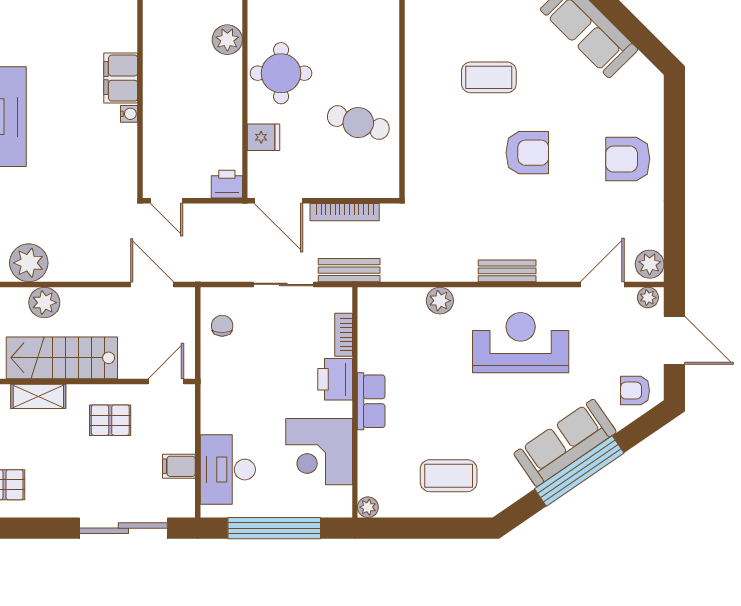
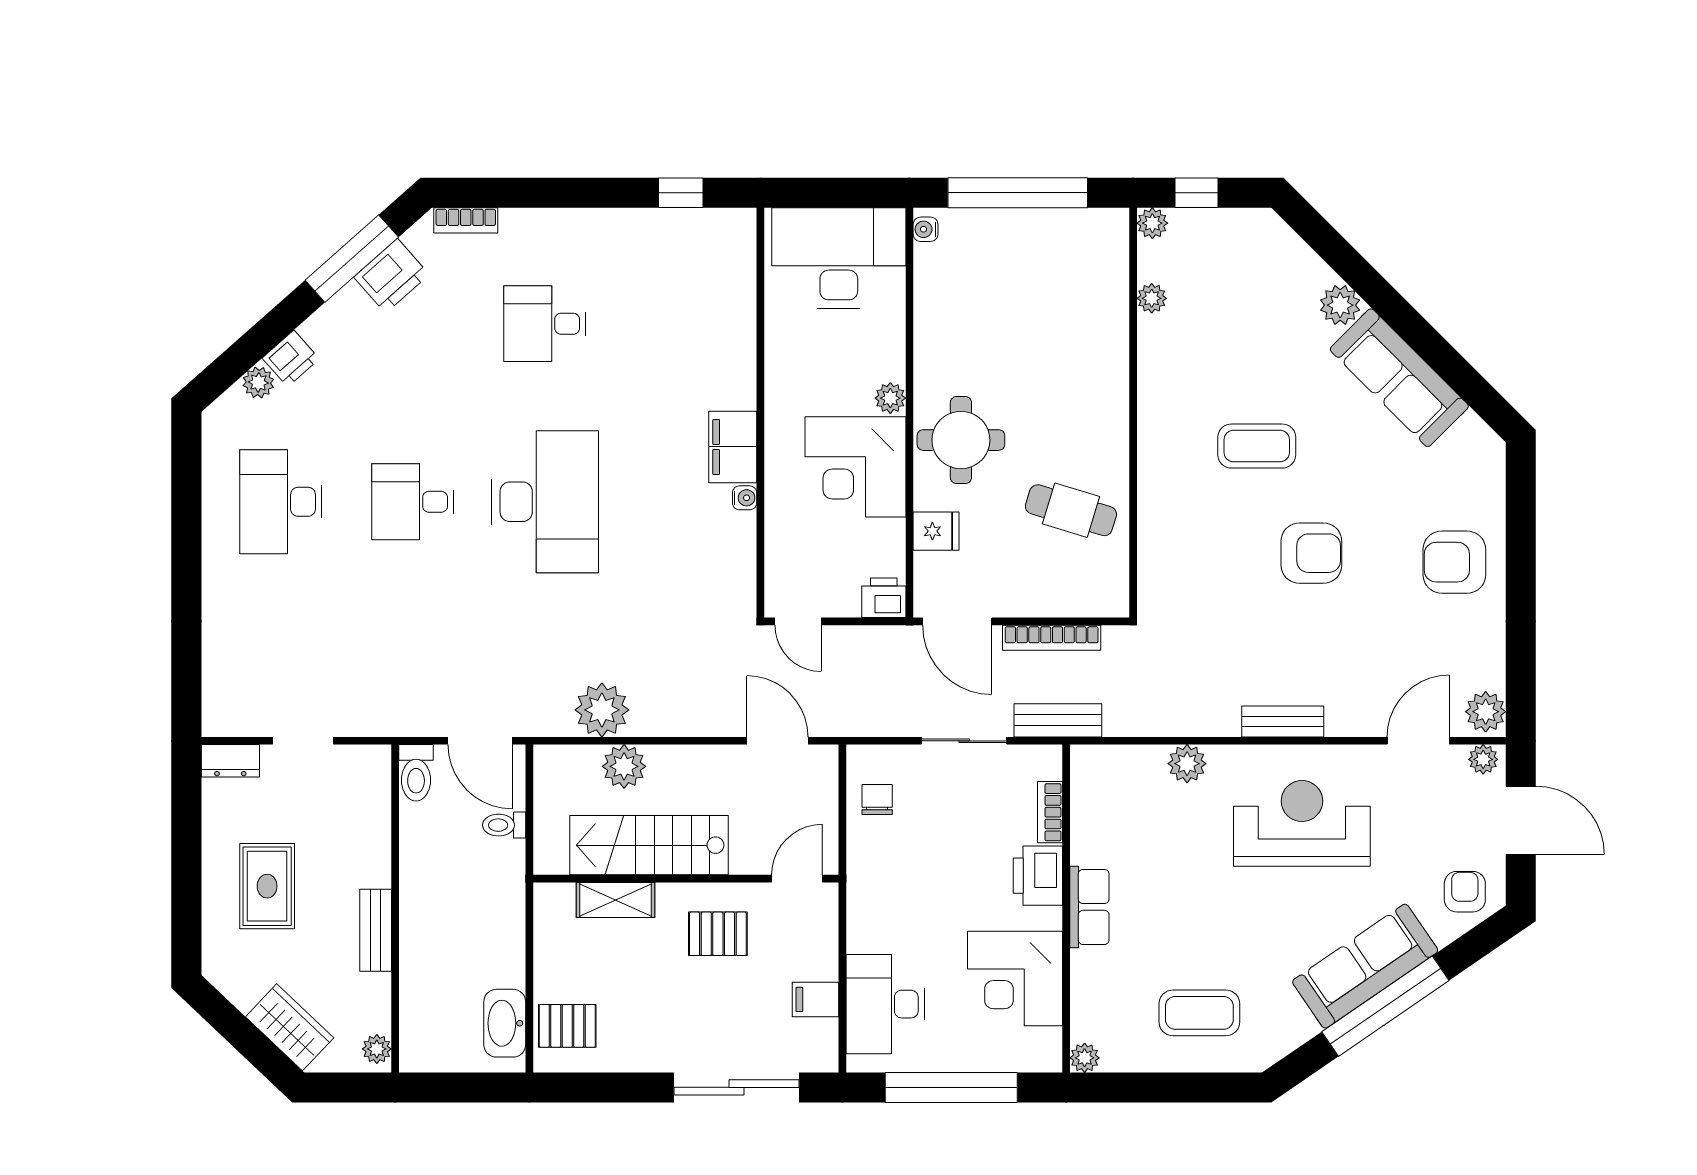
plant: (227, 40) -> (890, 398), width x0.73, depth x0.73
corner desk: (207, 92) -> (855, 467), added
armchair: (635, 391) -> (1465, 892), turned 90

